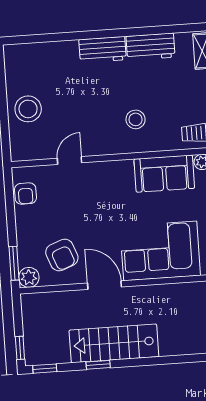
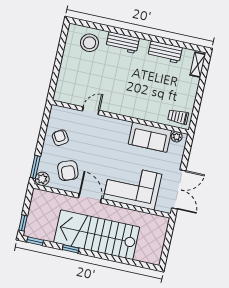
workbench: (103, 50) -> (123, 43), moved
stool: (28, 109) -> (89, 43), moved
stool: (136, 119) -> (141, 97), removed
armchair: (25, 194) -> (60, 138), moved, turned 148
stairs: (114, 343) -> (97, 235), width x1.36, depth x1.51

